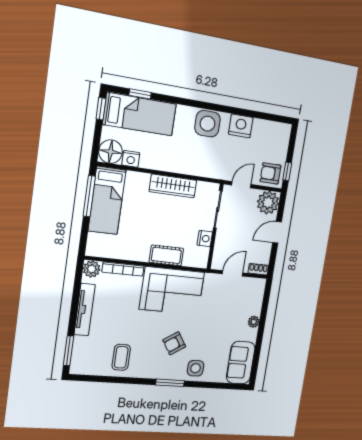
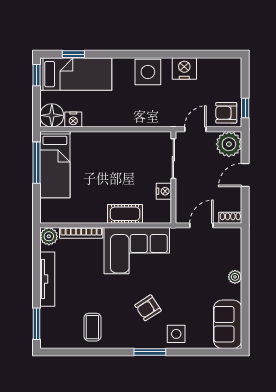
wardrobe: (173, 186) -> (121, 141), removed

